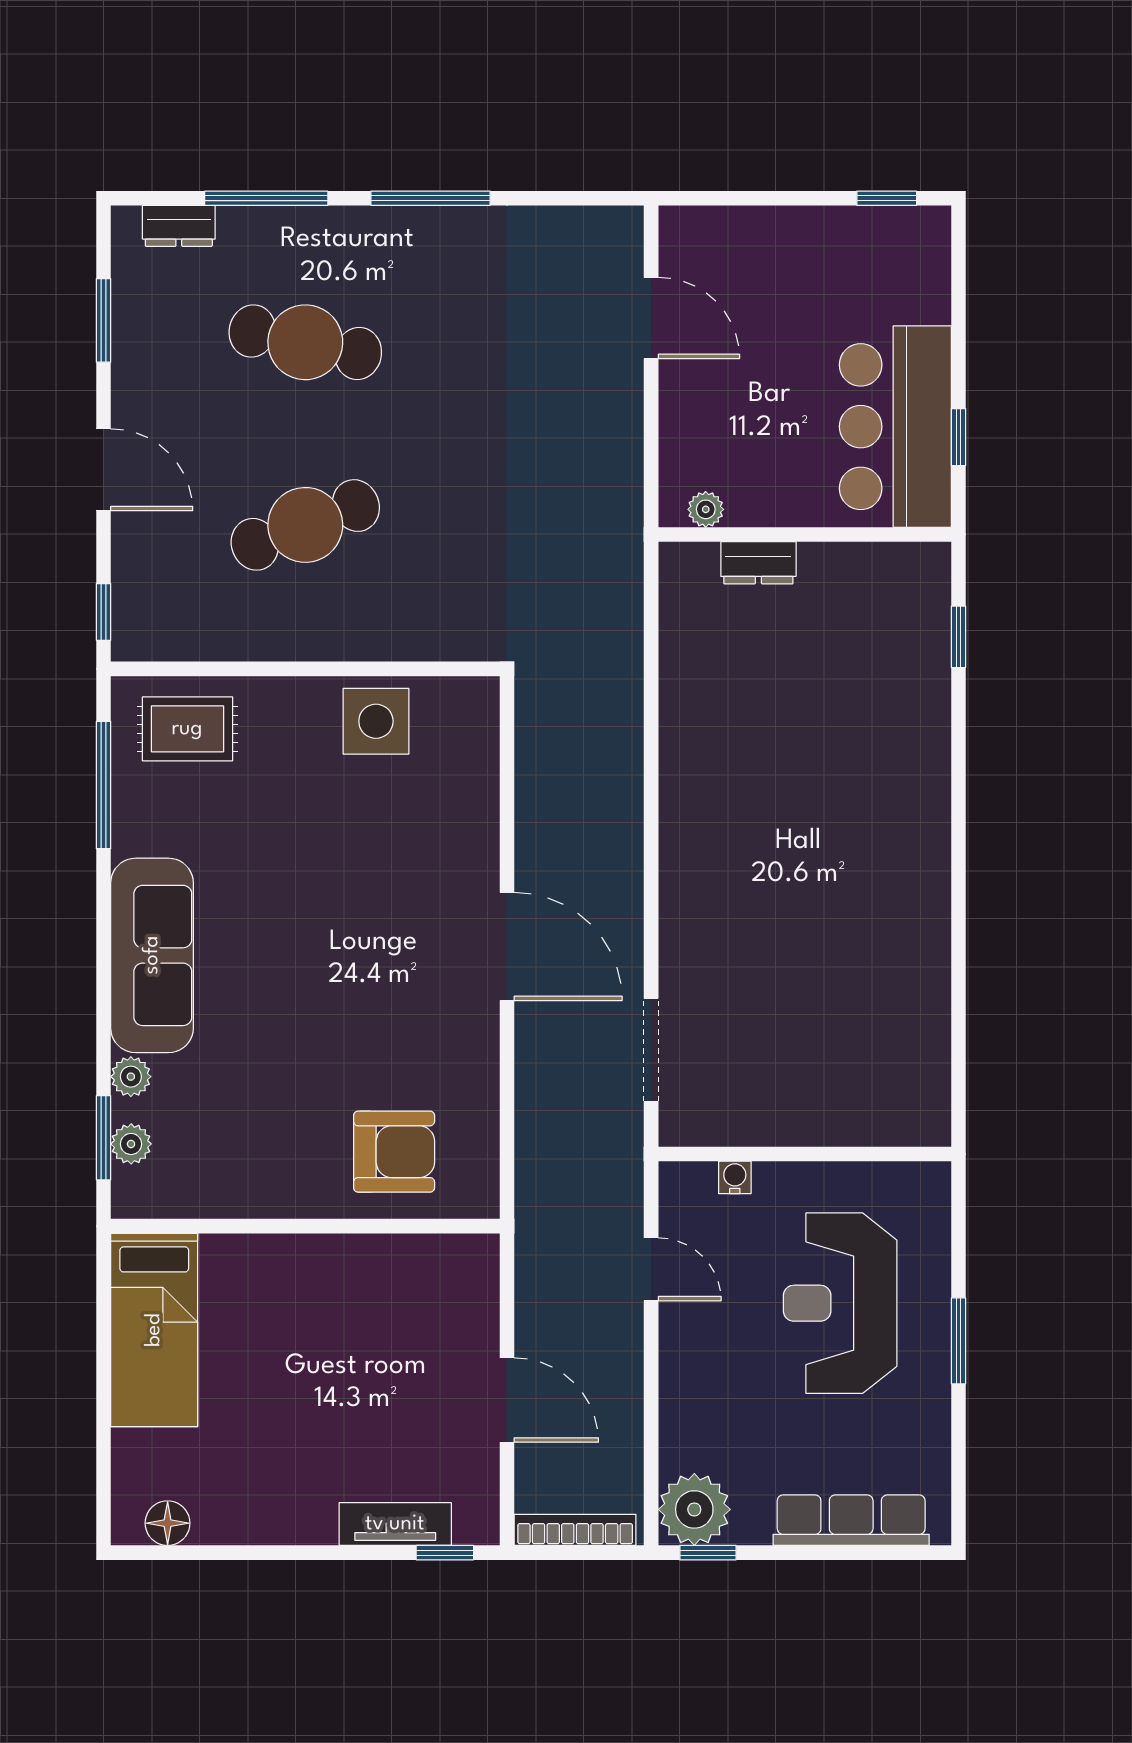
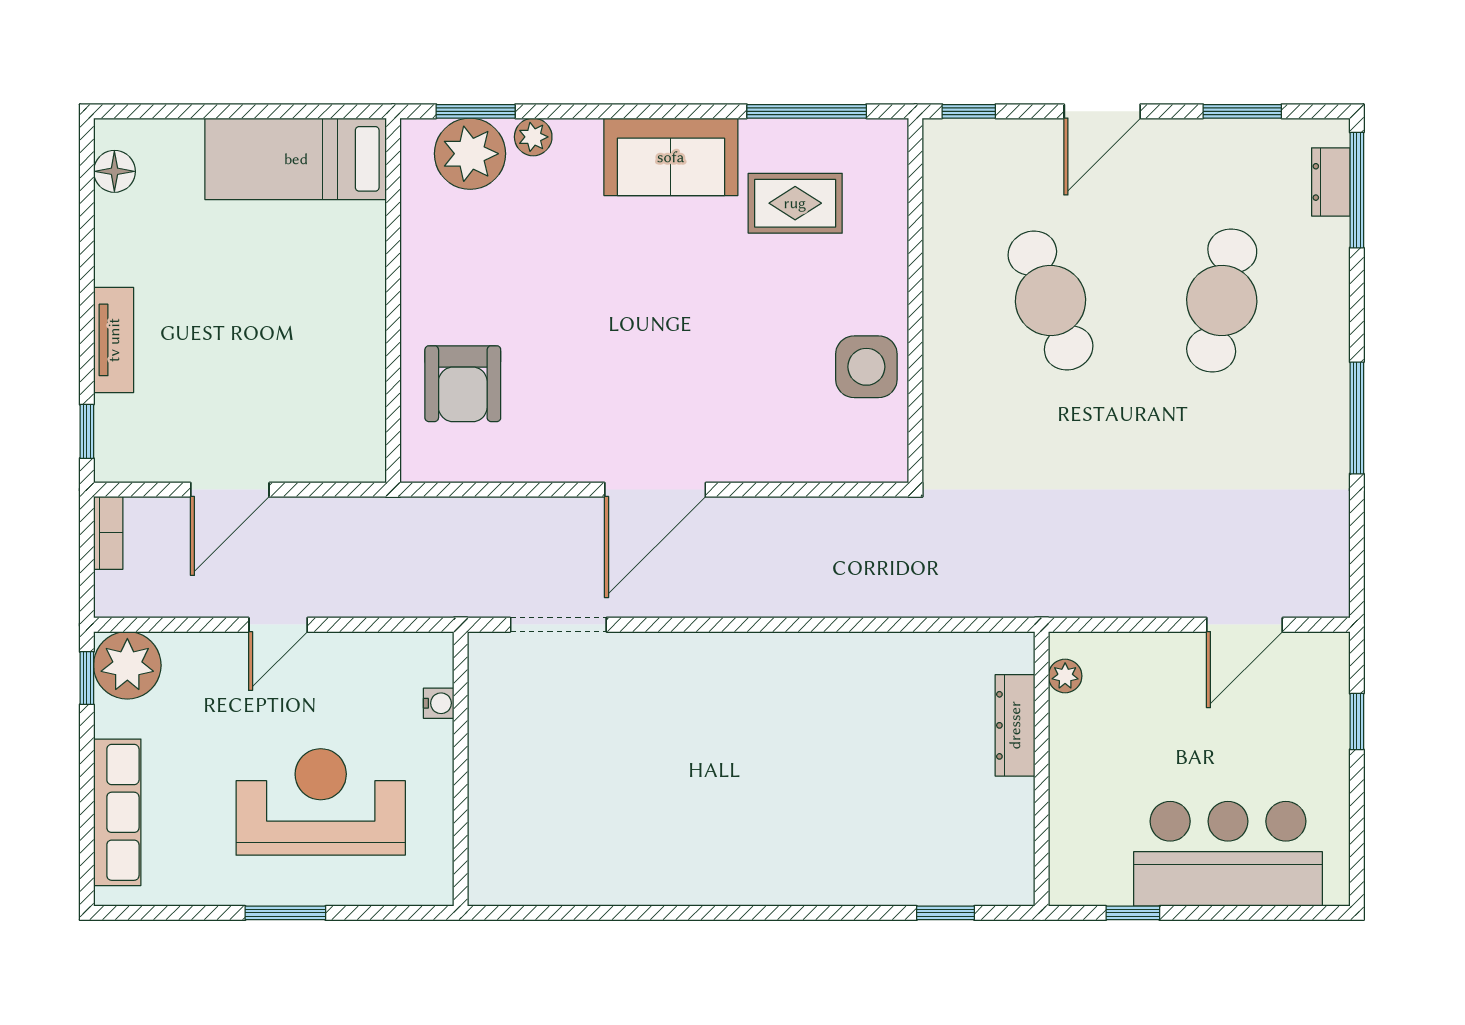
window: (266, 198) -> (1357, 190), moved
window: (887, 198) -> (1357, 722), moved
bar counter: (895, 427) -> (1228, 854), moved
dresser: (758, 563) -> (1015, 725), width x1.44
rug: (187, 729) -> (795, 203), moved, turned 90
sofa: (152, 955) -> (671, 157), width x0.73
plant: (131, 1144) -> (470, 154), width x1.87, depth x1.87
door: (651, 1269) -> (278, 625), moved
tv unit: (395, 1524) -> (114, 340), moved
bookcase: (575, 1530) -> (108, 533), width x0.64

